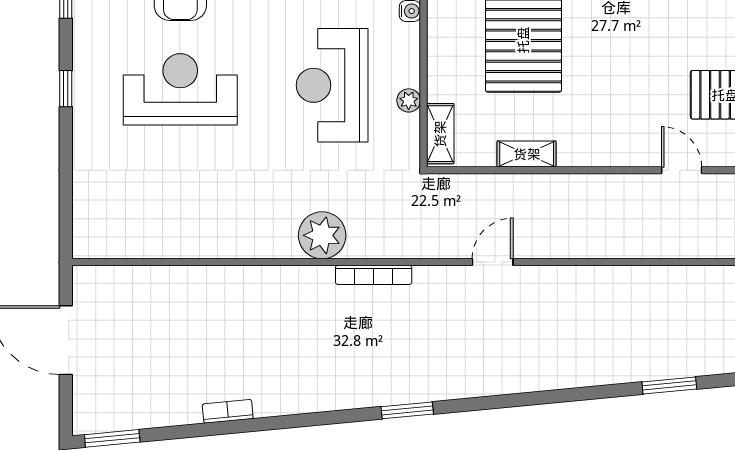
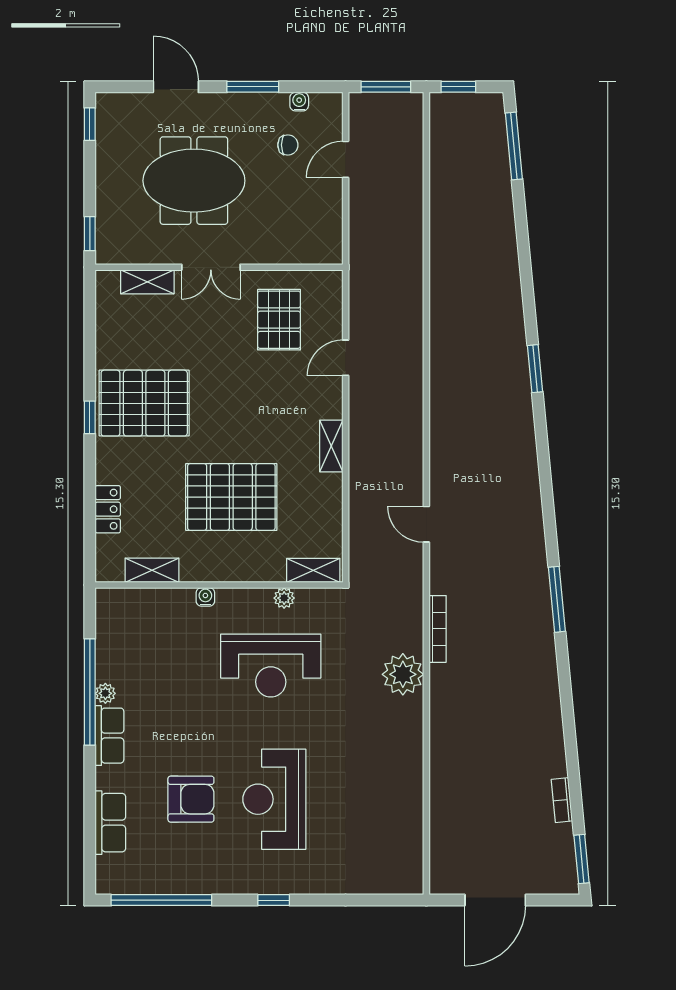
shelving: (527, 154) -> (331, 446), moved
window: (407, 410) -> (557, 599), width x1.44
bookcase: (228, 411) -> (562, 800), moved

